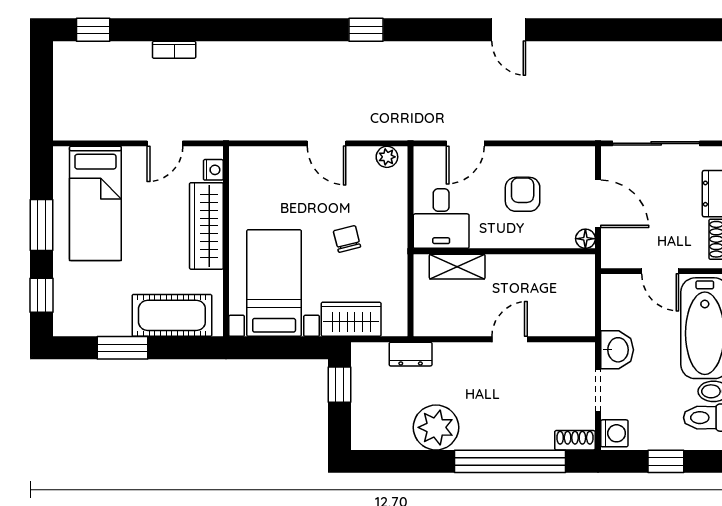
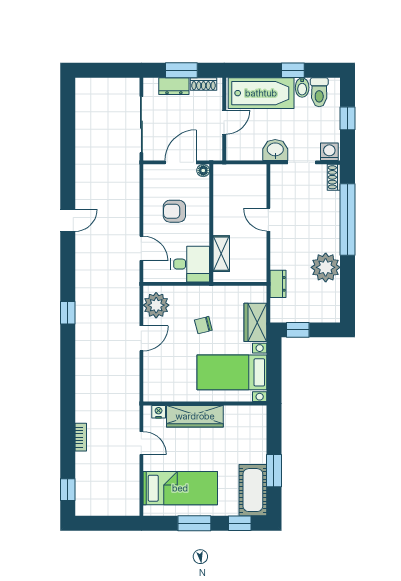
plant: (387, 157) -> (156, 305), width x1.87, depth x1.87
cot: (172, 315) -> (253, 490), moved

